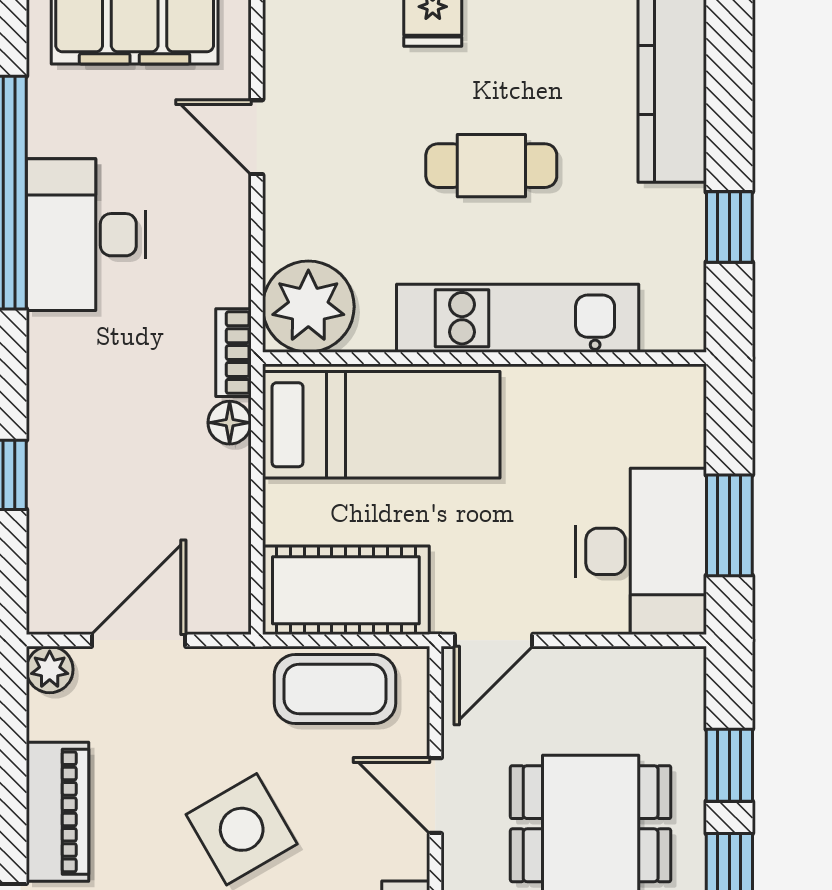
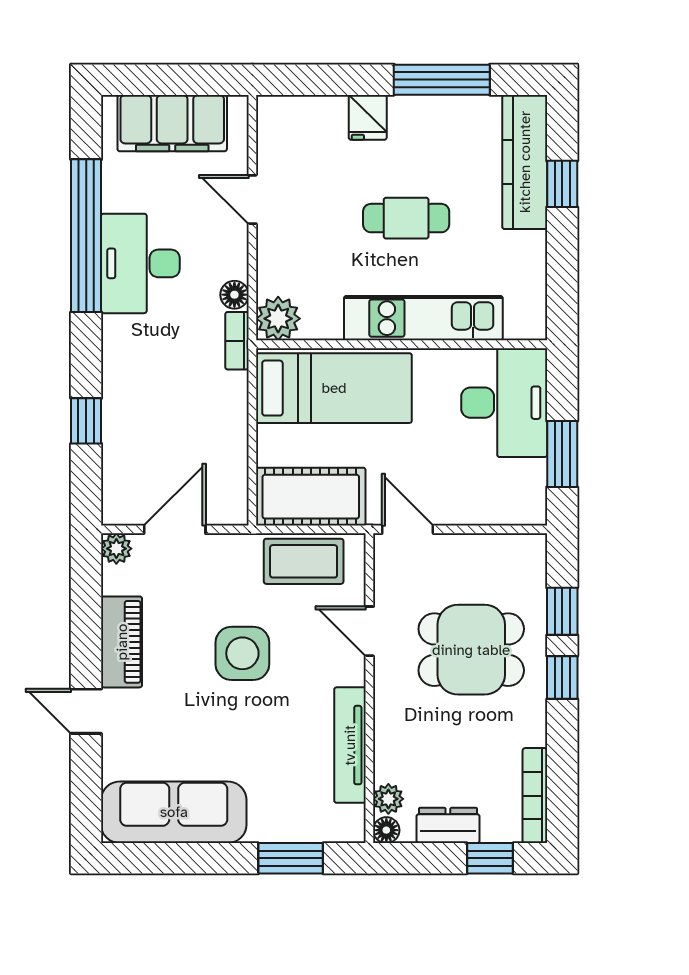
window: (729, 227) -> (562, 184), moved
plant: (308, 307) -> (278, 319), width x0.73, depth x0.73
floor lamp: (230, 423) -> (234, 295), moved
desk: (641, 551) -> (504, 403), moved
door: (494, 640) -> (408, 529), swing flipped
side table: (242, 829) -> (242, 653), turned 30

